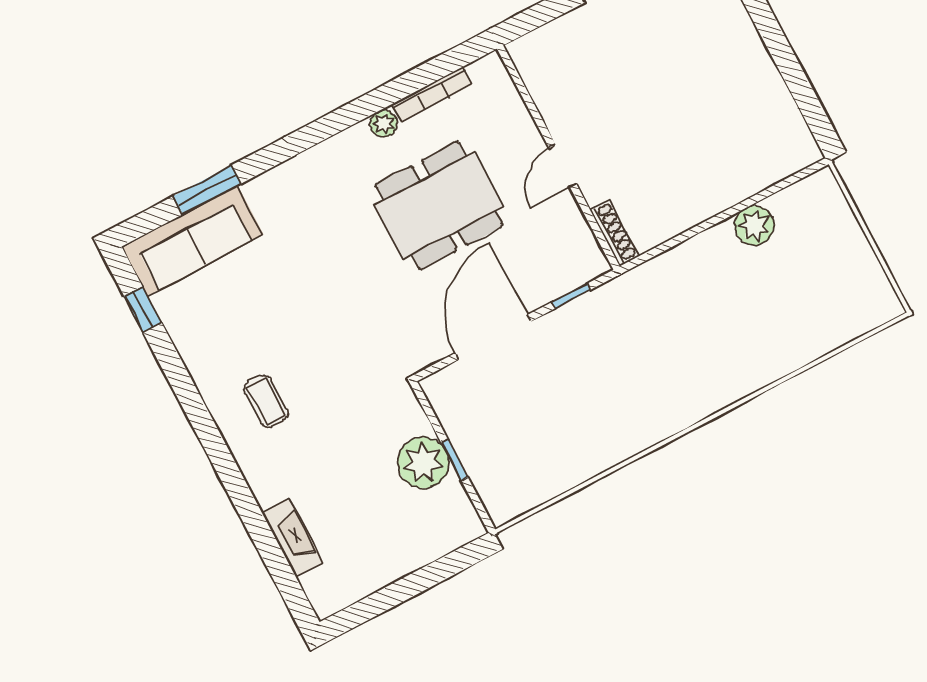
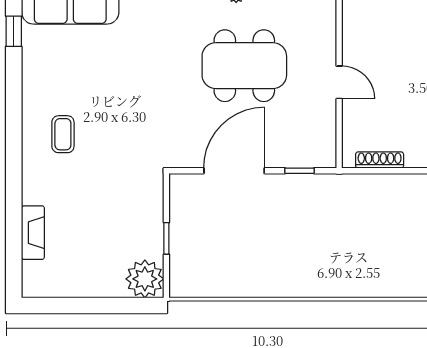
door: (563, 166) -> (339, 82), swing flipped
shoe rack: (614, 233) -> (380, 160), moved, turned -90
plant: (423, 463) -> (145, 279), moved

